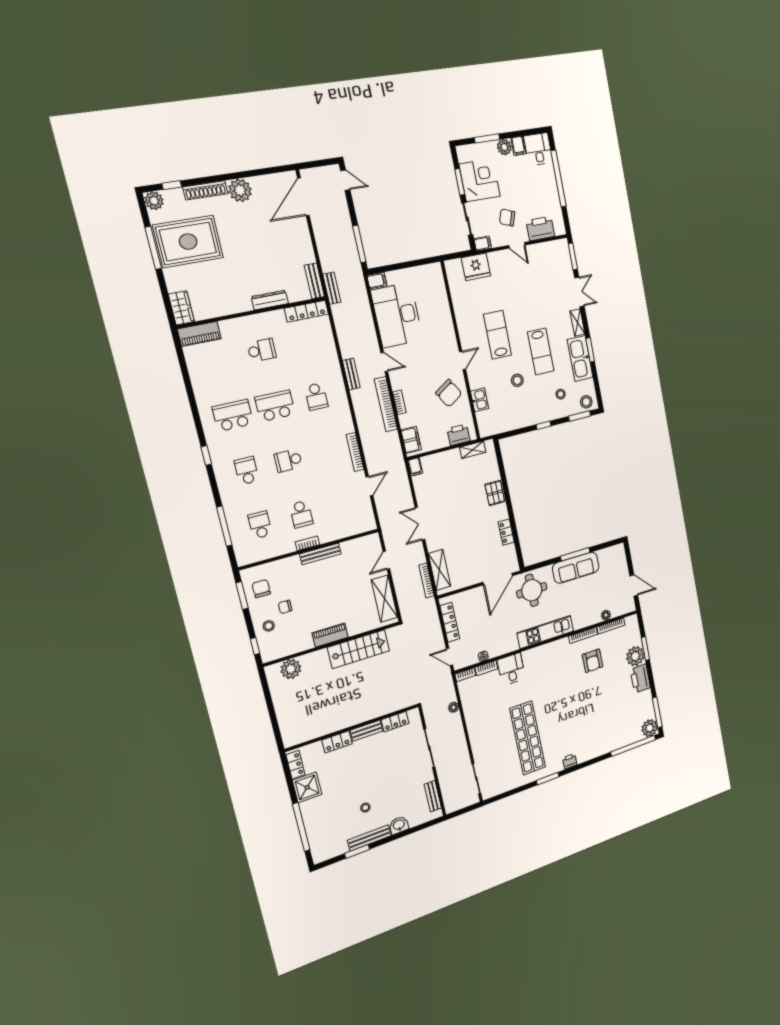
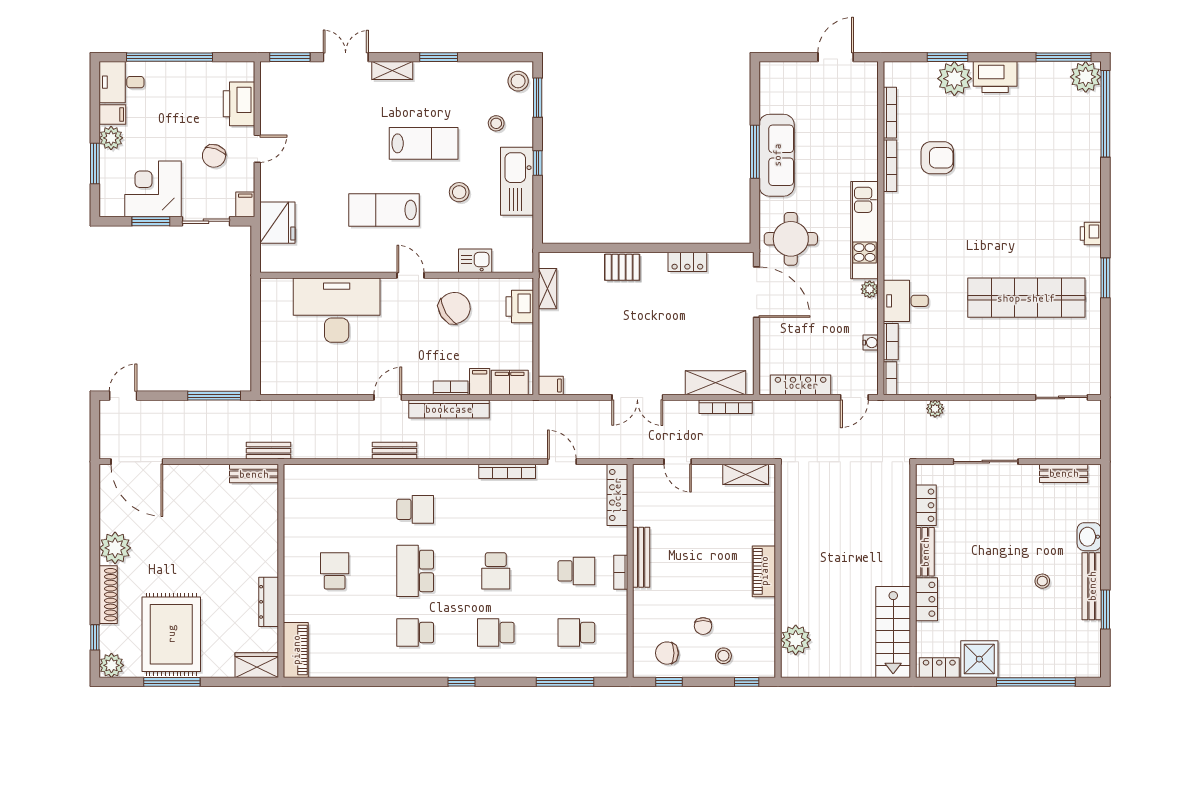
filing cabinet: (377, 281) -> (480, 382), moved
dresser: (270, 300) -> (269, 602), moved
locker: (306, 311) -> (617, 495), moved, turned 180
desk: (397, 315) -> (337, 310), moved, turned 180
kitchen sink: (580, 359) -> (517, 181), moved, turned 90
school desk: (233, 415) -> (415, 633), width x0.54
window: (242, 596) -> (669, 682), width x0.67
shelving: (384, 599) -> (746, 474), width x0.67, depth x0.75
plant: (606, 615) -> (870, 289), moved
stairs: (359, 649) -> (893, 632), moved, turned 180

